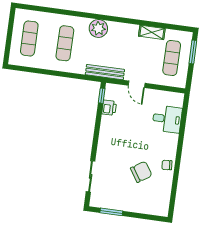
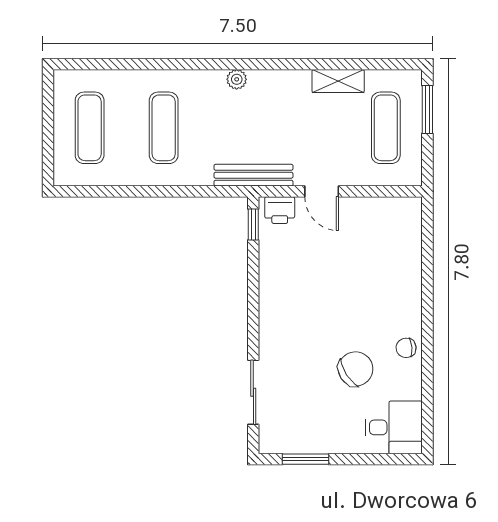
plant: (98, 28) -> (237, 79), width x0.53, depth x0.53
printer: (109, 108) -> (280, 210), moved, turned 90
desk: (167, 119) -> (394, 427), moved

